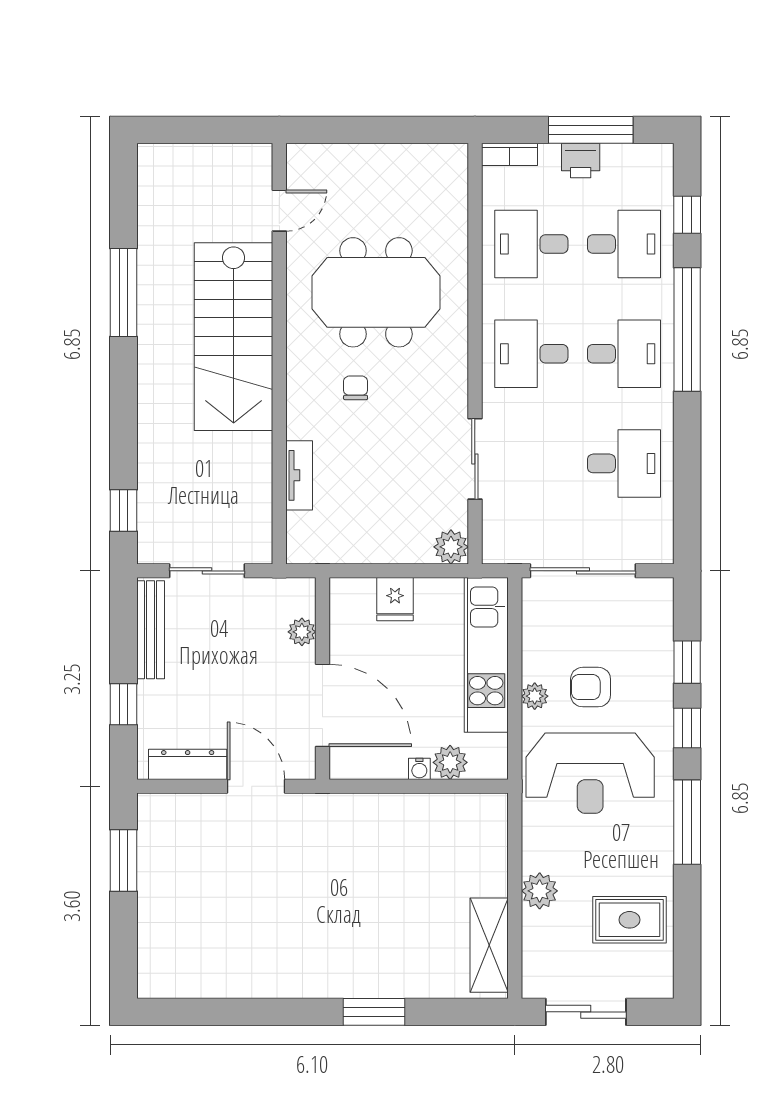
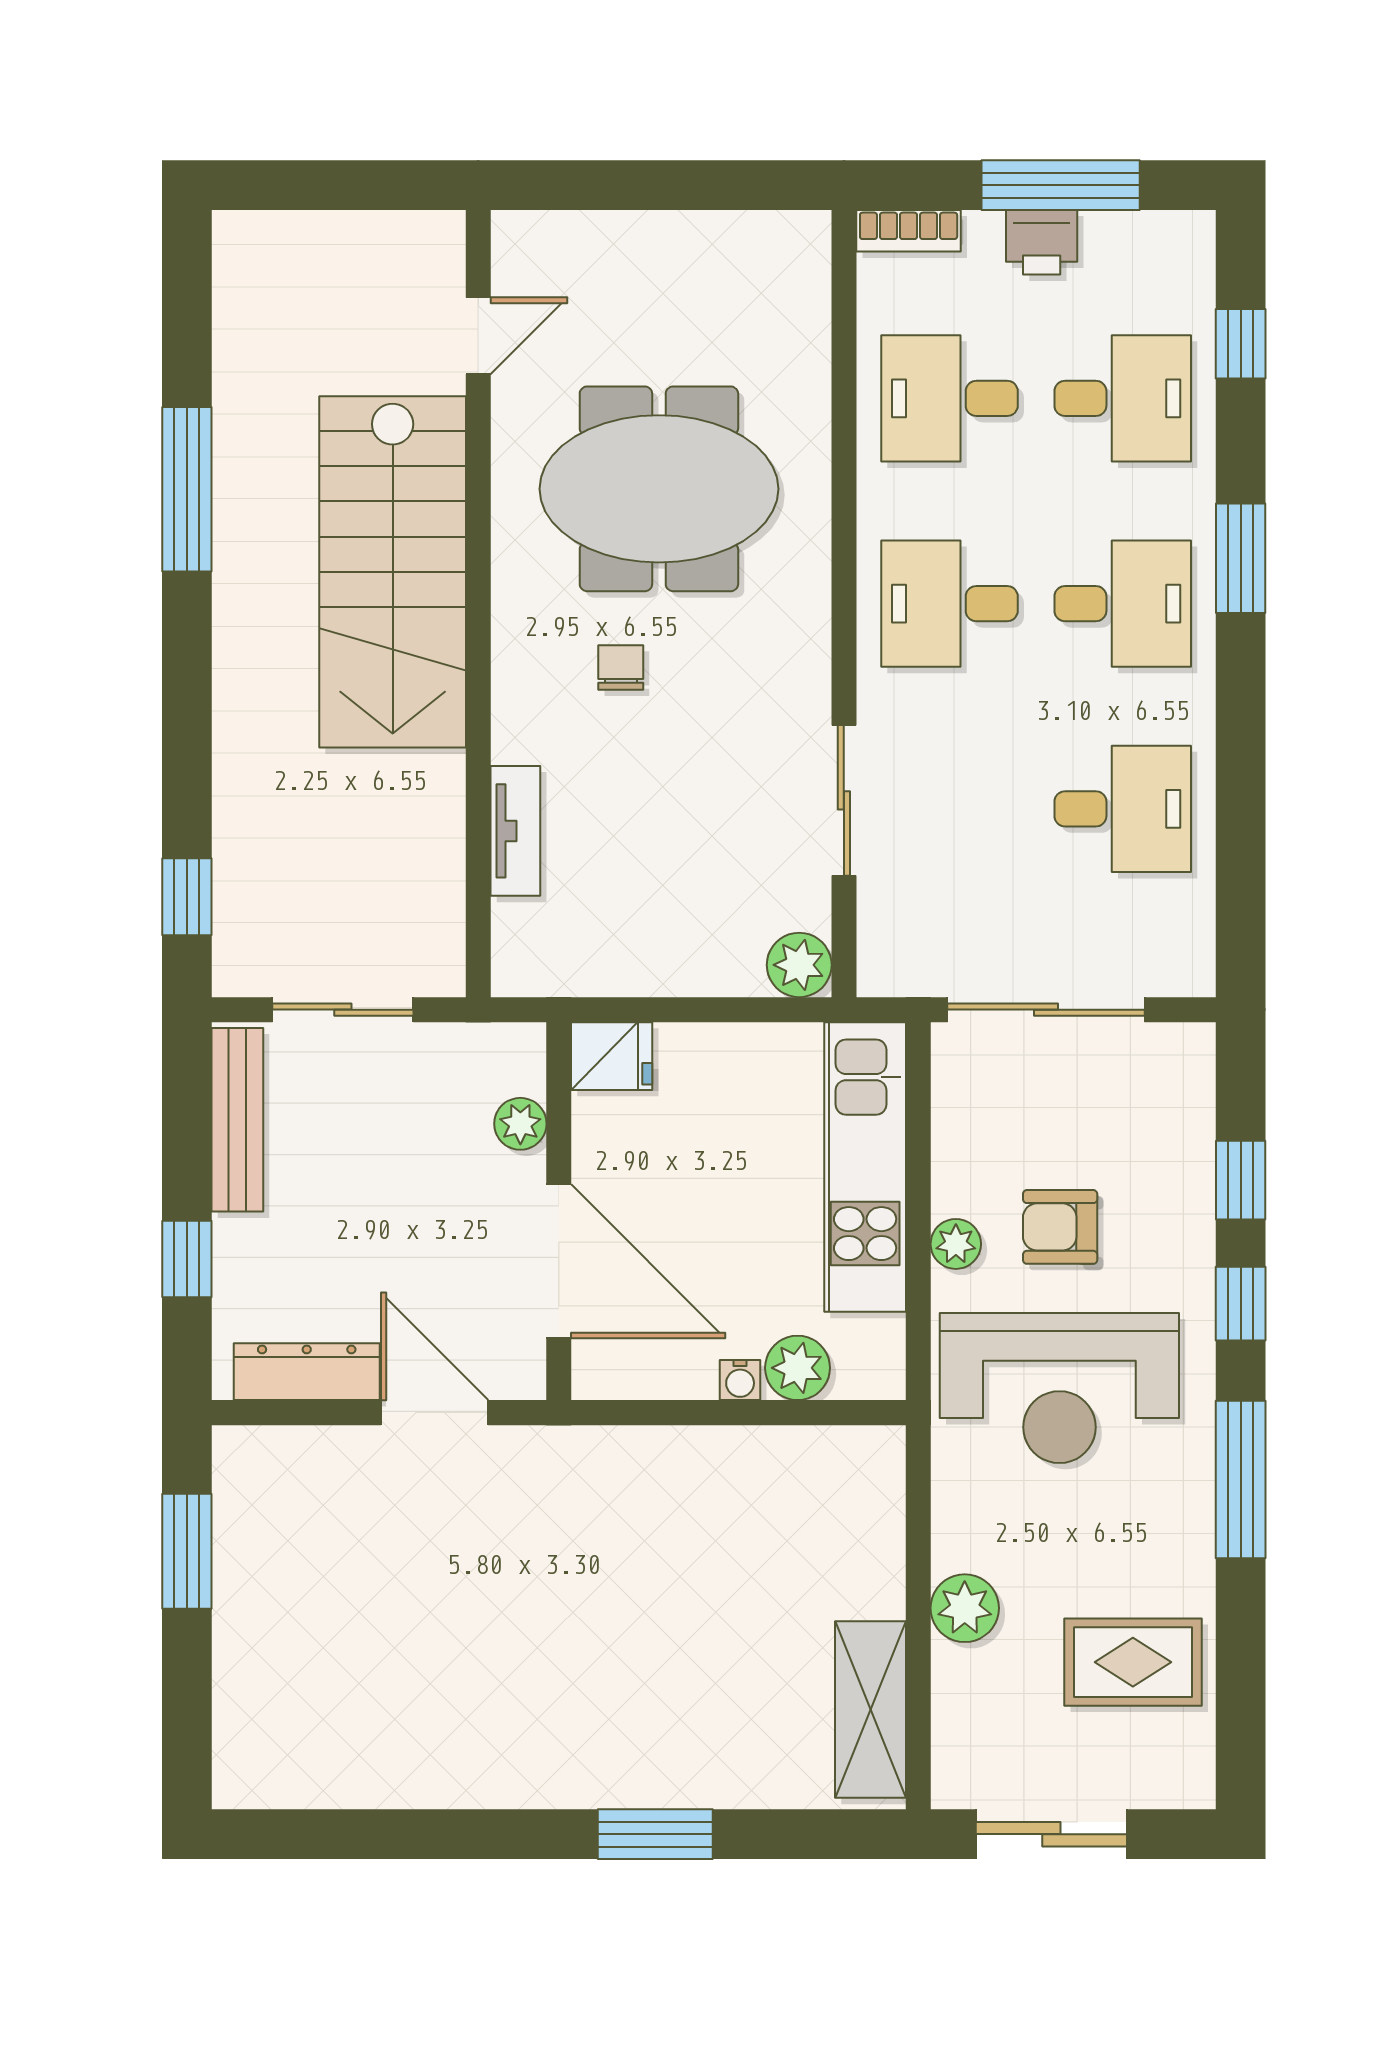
window: (687, 330) -> (1241, 558), width x0.47
fridge: (395, 599) -> (612, 1056), moved, turned -90

